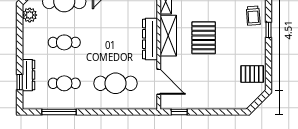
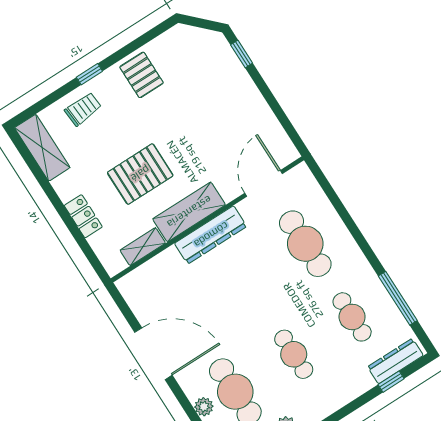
pallet: (204, 38) -> (140, 174), moved
pallet: (252, 74) -> (142, 75), moved
dresser: (28, 75) -> (395, 361), moved
window: (179, 112) -> (242, 54), moved

